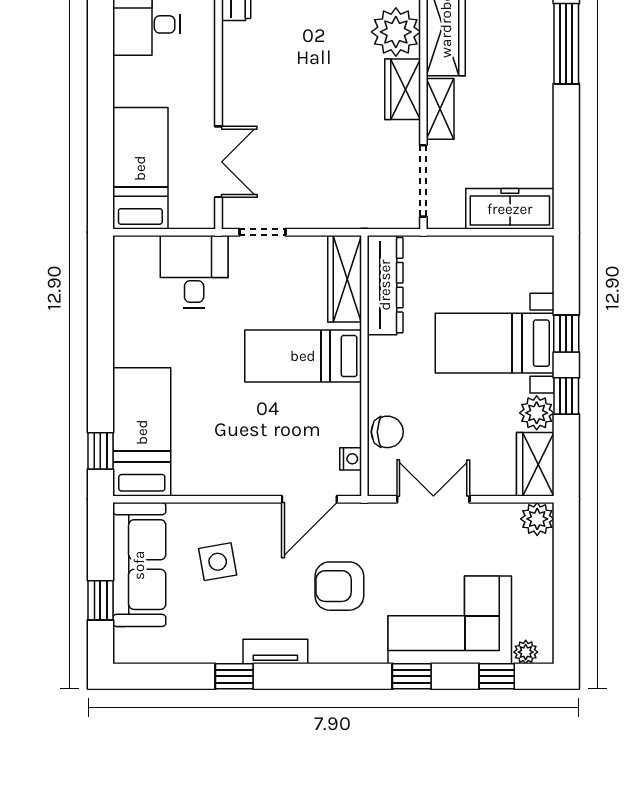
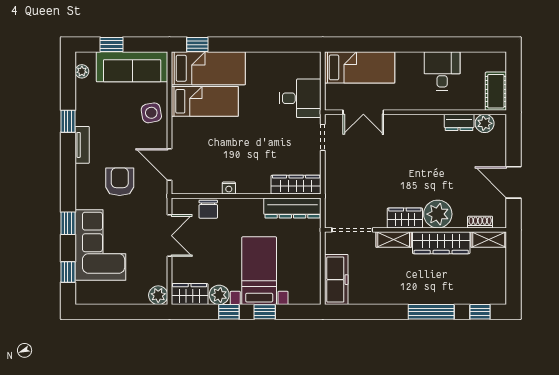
bed: (303, 356) -> (205, 101), moved, turned 90
nightstand: (351, 459) -> (229, 188), moved
side table: (218, 562) -> (151, 113), moved
plant: (526, 652) -> (82, 71), moved

